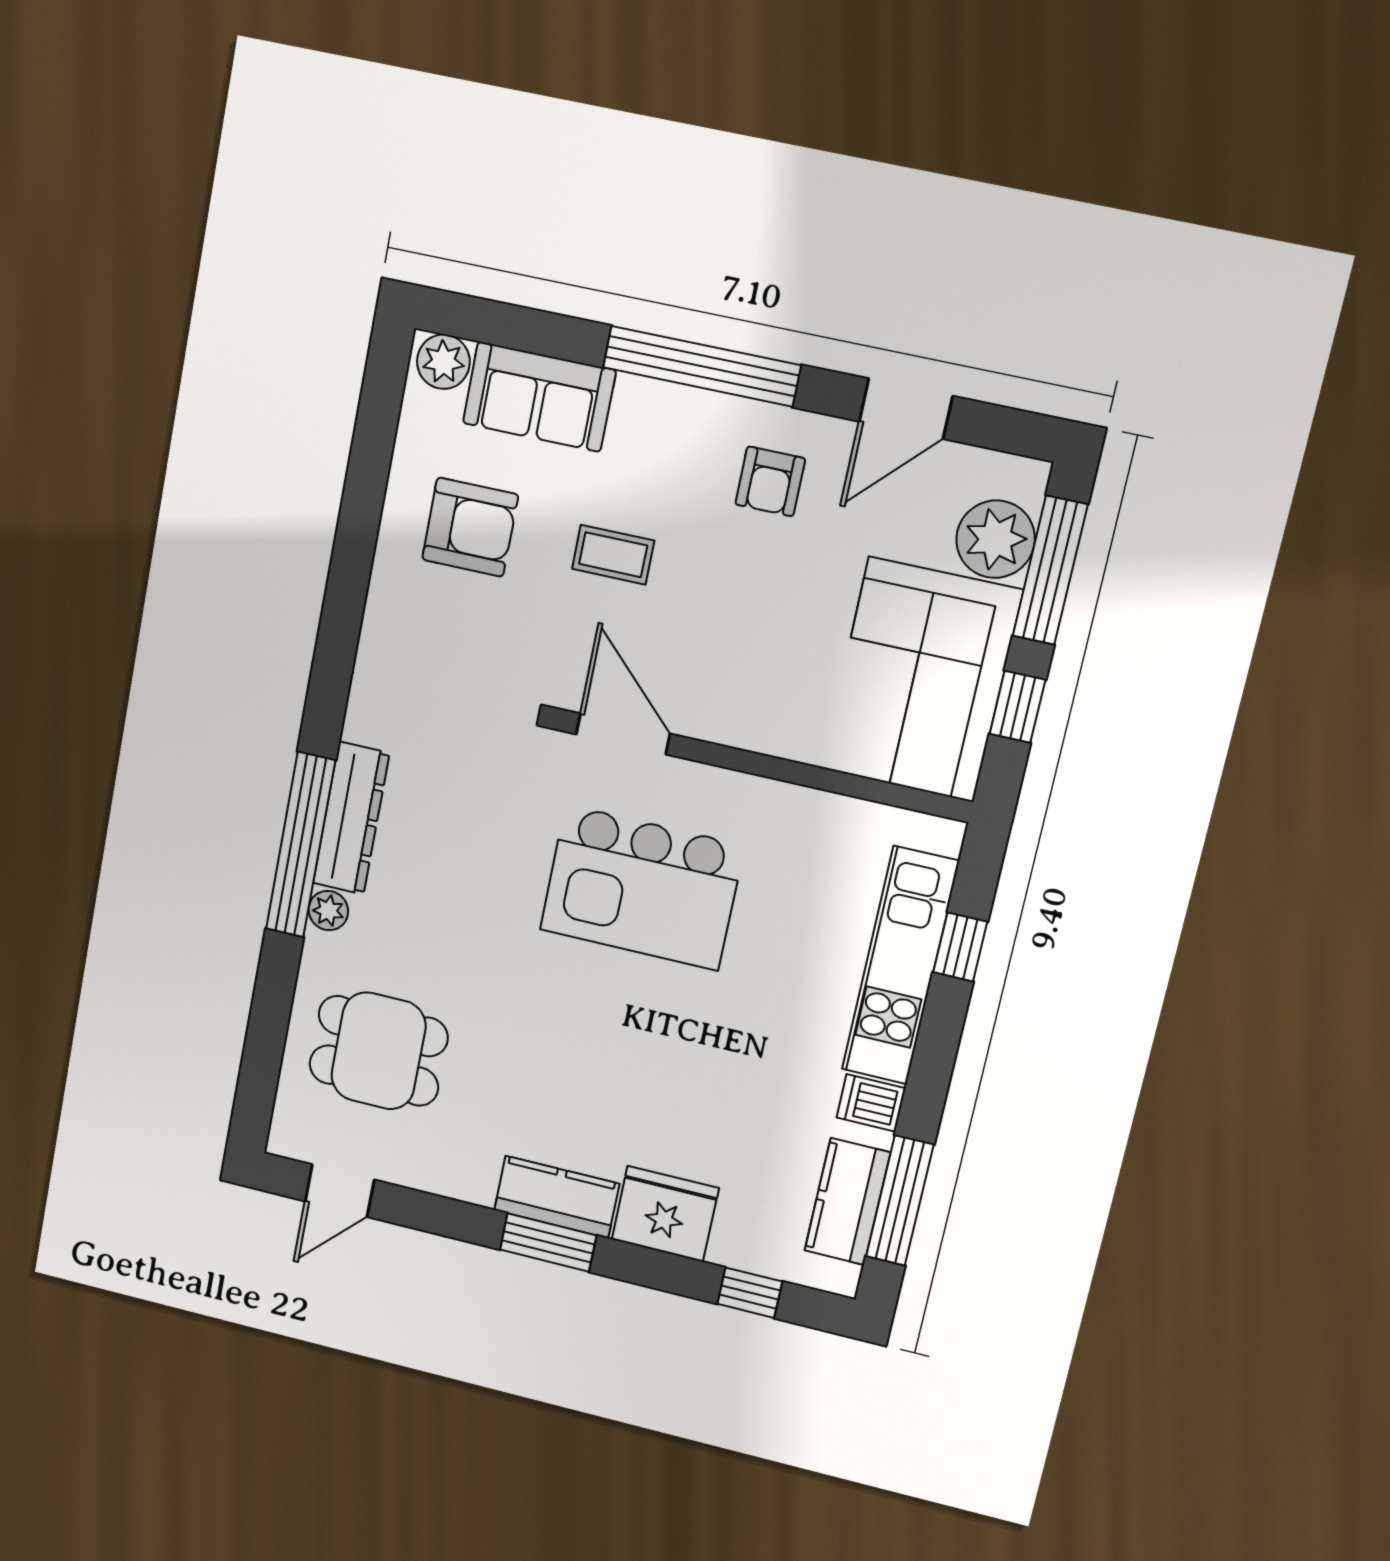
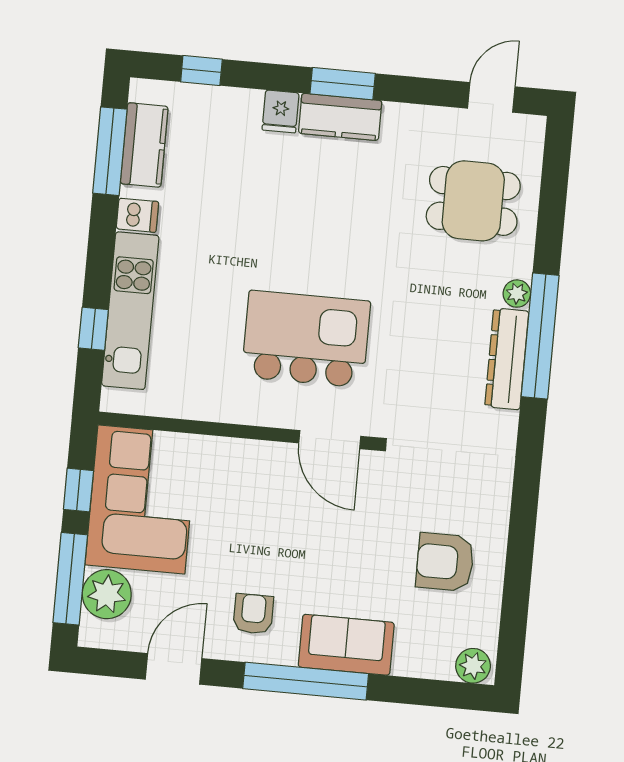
sofa: (539, 397) -> (346, 645), moved
coffee table: (613, 555) -> (349, 555), removed
fridge: (665, 1214) -> (281, 111), width x0.53, depth x0.75

